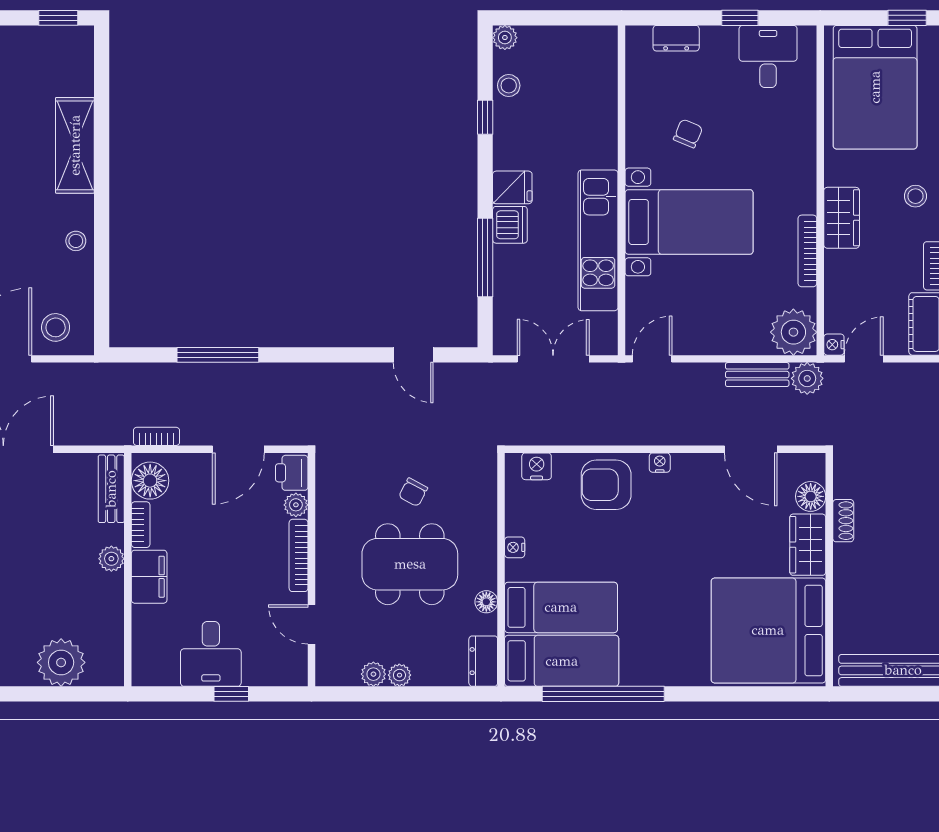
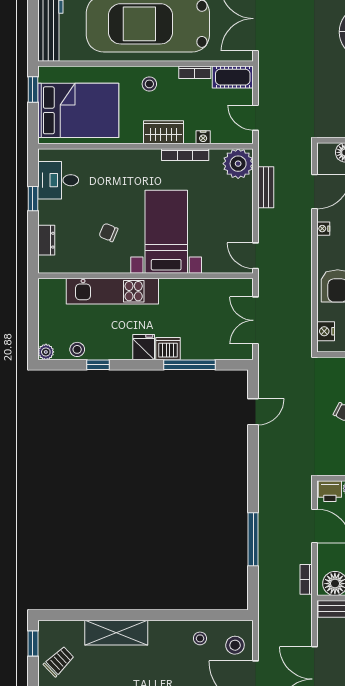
trolley: (31, 58) -> (59, 661), added
kitchen unit: (598, 240) -> (112, 291), moved
stool: (76, 241) -> (200, 638), moved
nightstand: (834, 345) -> (203, 137), moved
plant: (807, 378) -> (268, 155), removed
nightstand: (660, 463) -> (323, 229), moved

